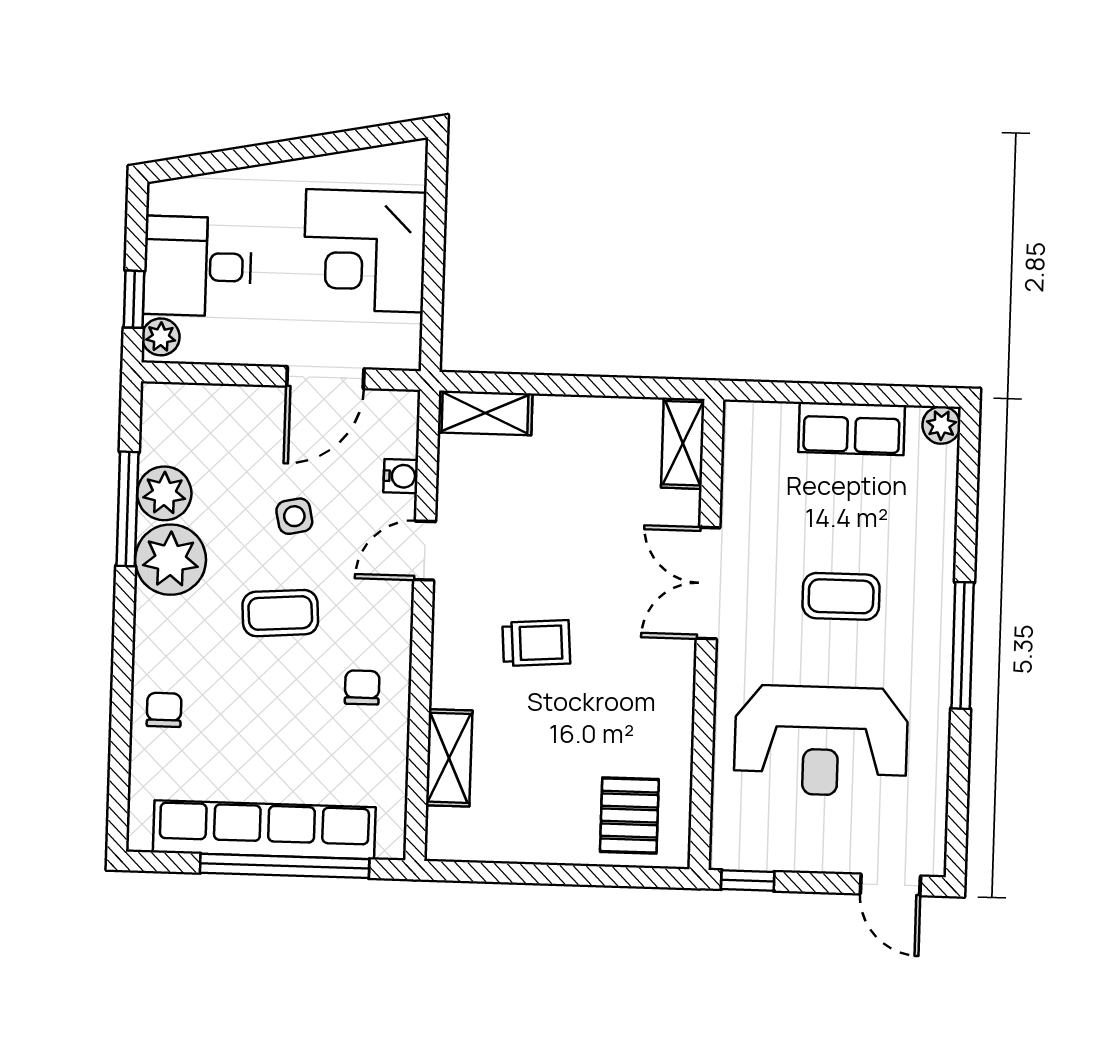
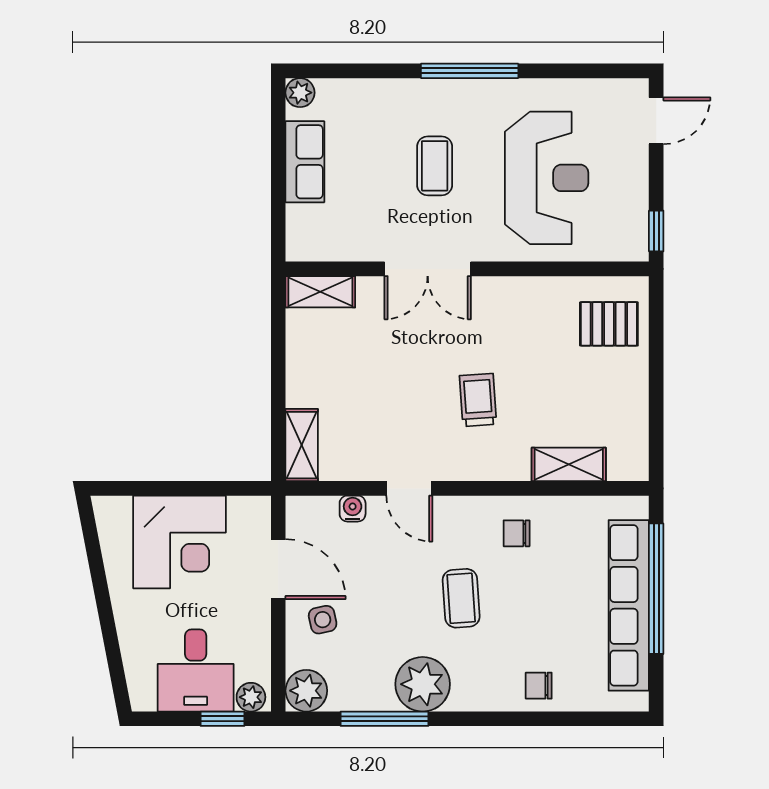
plant: (164, 493) -> (306, 691), moved
side table: (294, 516) -> (323, 620), moved

